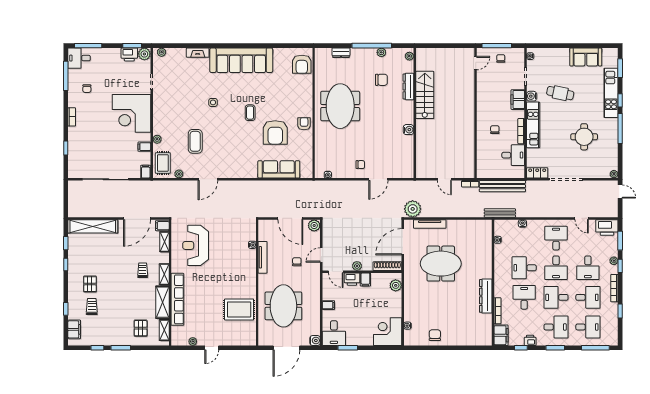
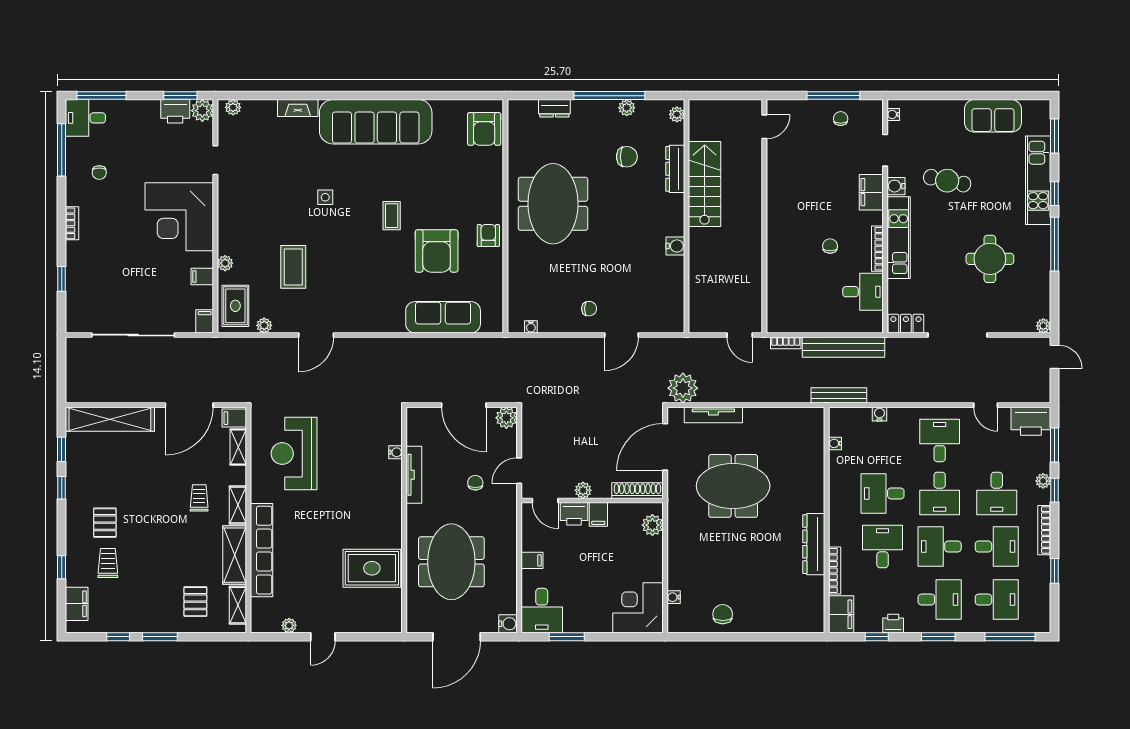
door: (476, 63) -> (764, 127), moved
wall: (476, 113) -> (764, 216), moved

